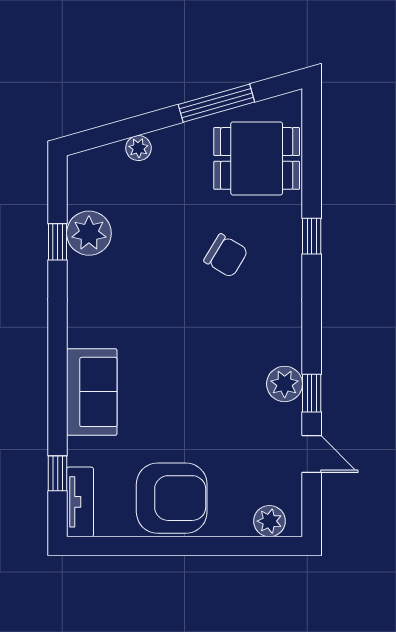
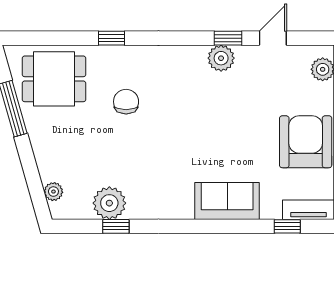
plant: (138, 148) -> (53, 192), moved
dining table: (257, 158) -> (54, 79), turned 90
chair: (226, 256) -> (126, 102), turned -31

